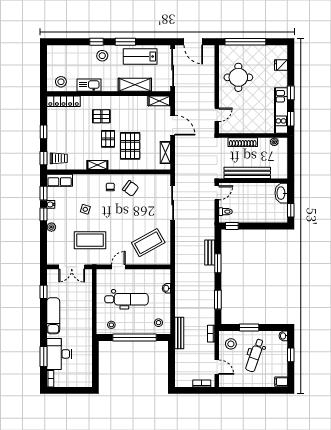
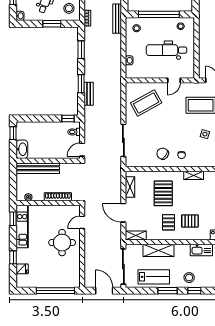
round table: (238, 77) -> (62, 243), moved
window: (291, 93) -> (13, 257), moved
pallet: (108, 139) -> (169, 222), moved
bench: (247, 173) -> (38, 168), moved

